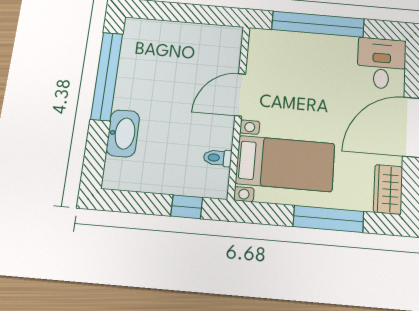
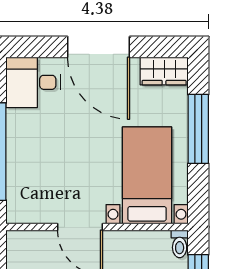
toilet: (218, 158) -> (180, 244), moved

